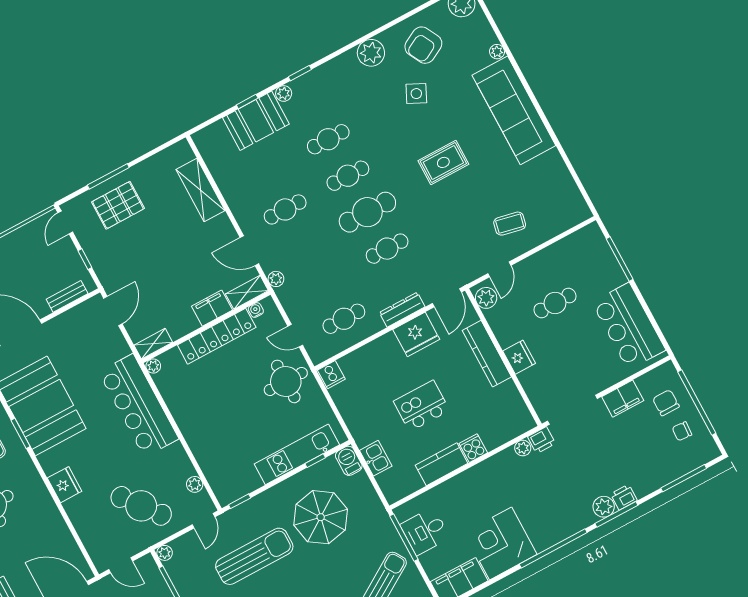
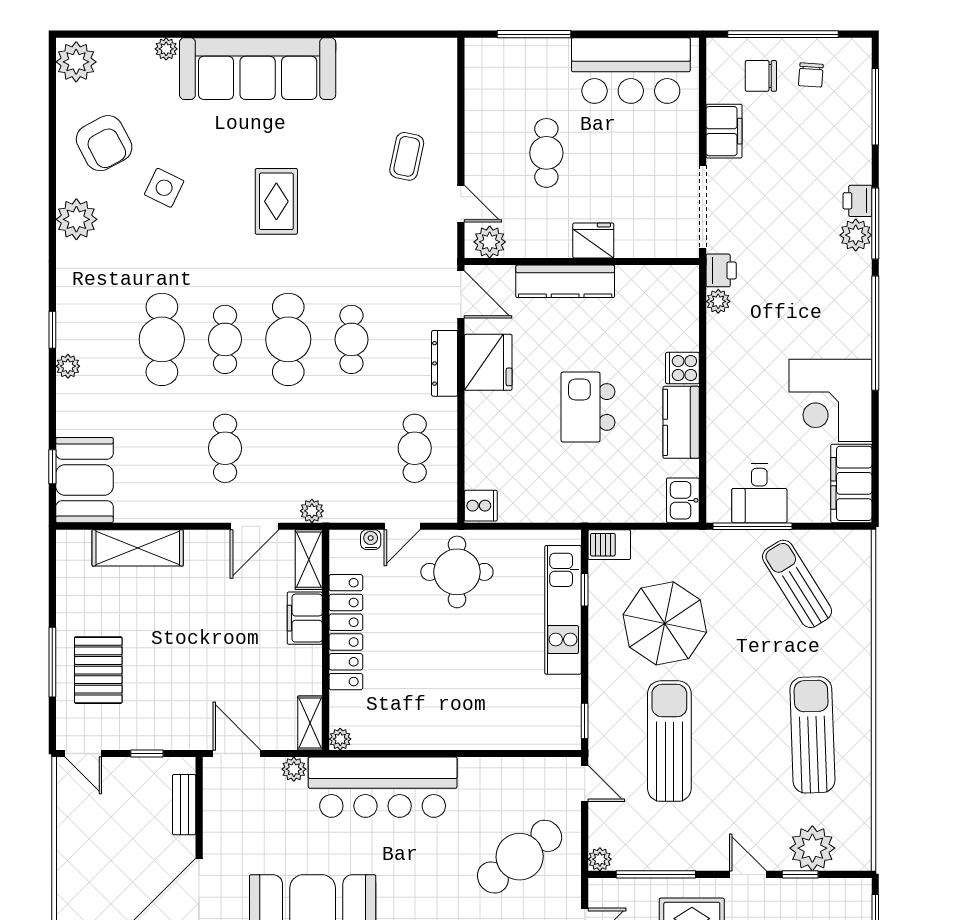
window: (247, 102) -> (52, 467), moved
booth: (256, 121) -> (84, 480), moved
cafe table: (328, 139) -> (162, 339), width x1.37, depth x1.35
water cooler: (256, 310) -> (371, 540), moved, turned 90
kitchen sink: (376, 458) -> (683, 500), moved, turned -90
plant: (195, 484) -> (294, 769), moved

